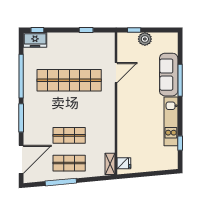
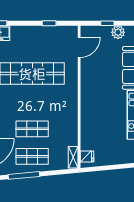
window: (134, 30) -> (107, 23), moved
plant: (145, 39) -> (118, 32), moved
door: (116, 73) -> (79, 47), moved

